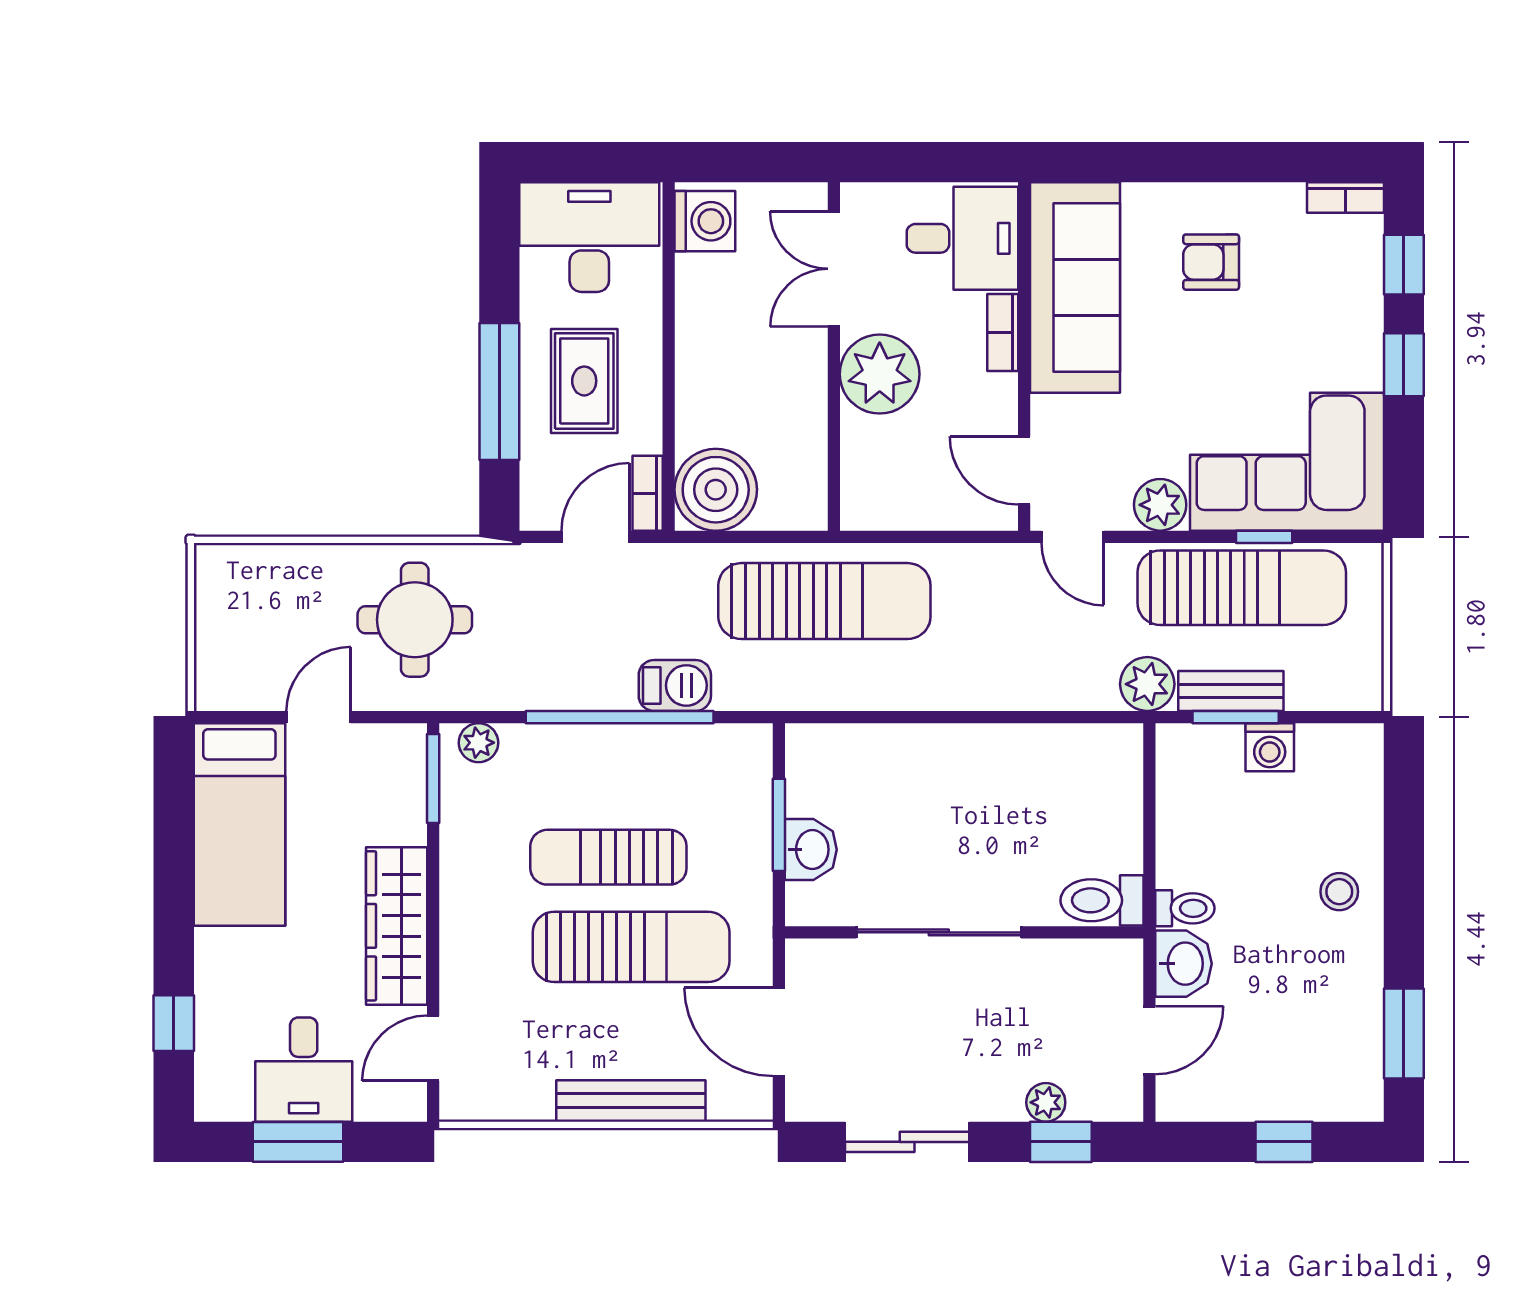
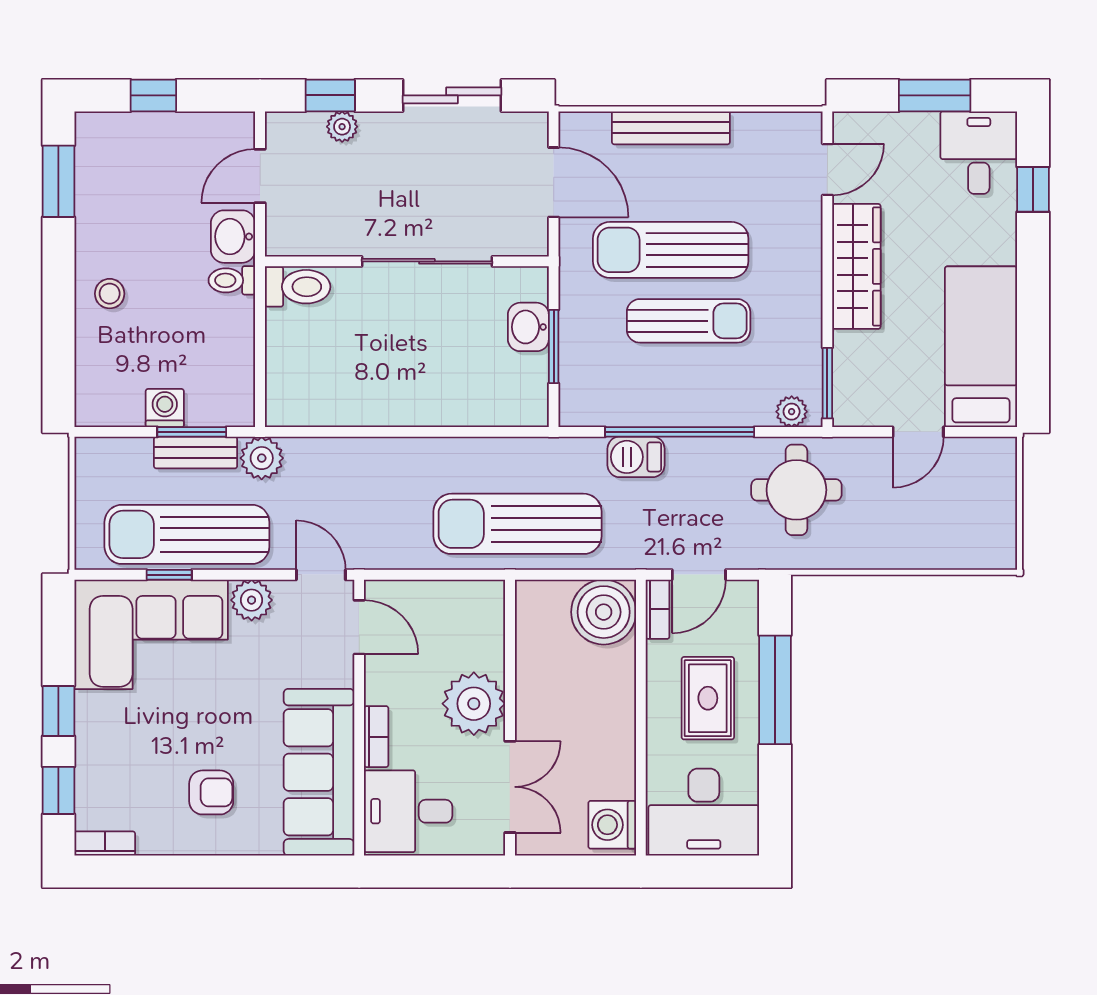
round table: (415, 620) -> (796, 490), moved
desk: (304, 1070) -> (979, 153), moved

